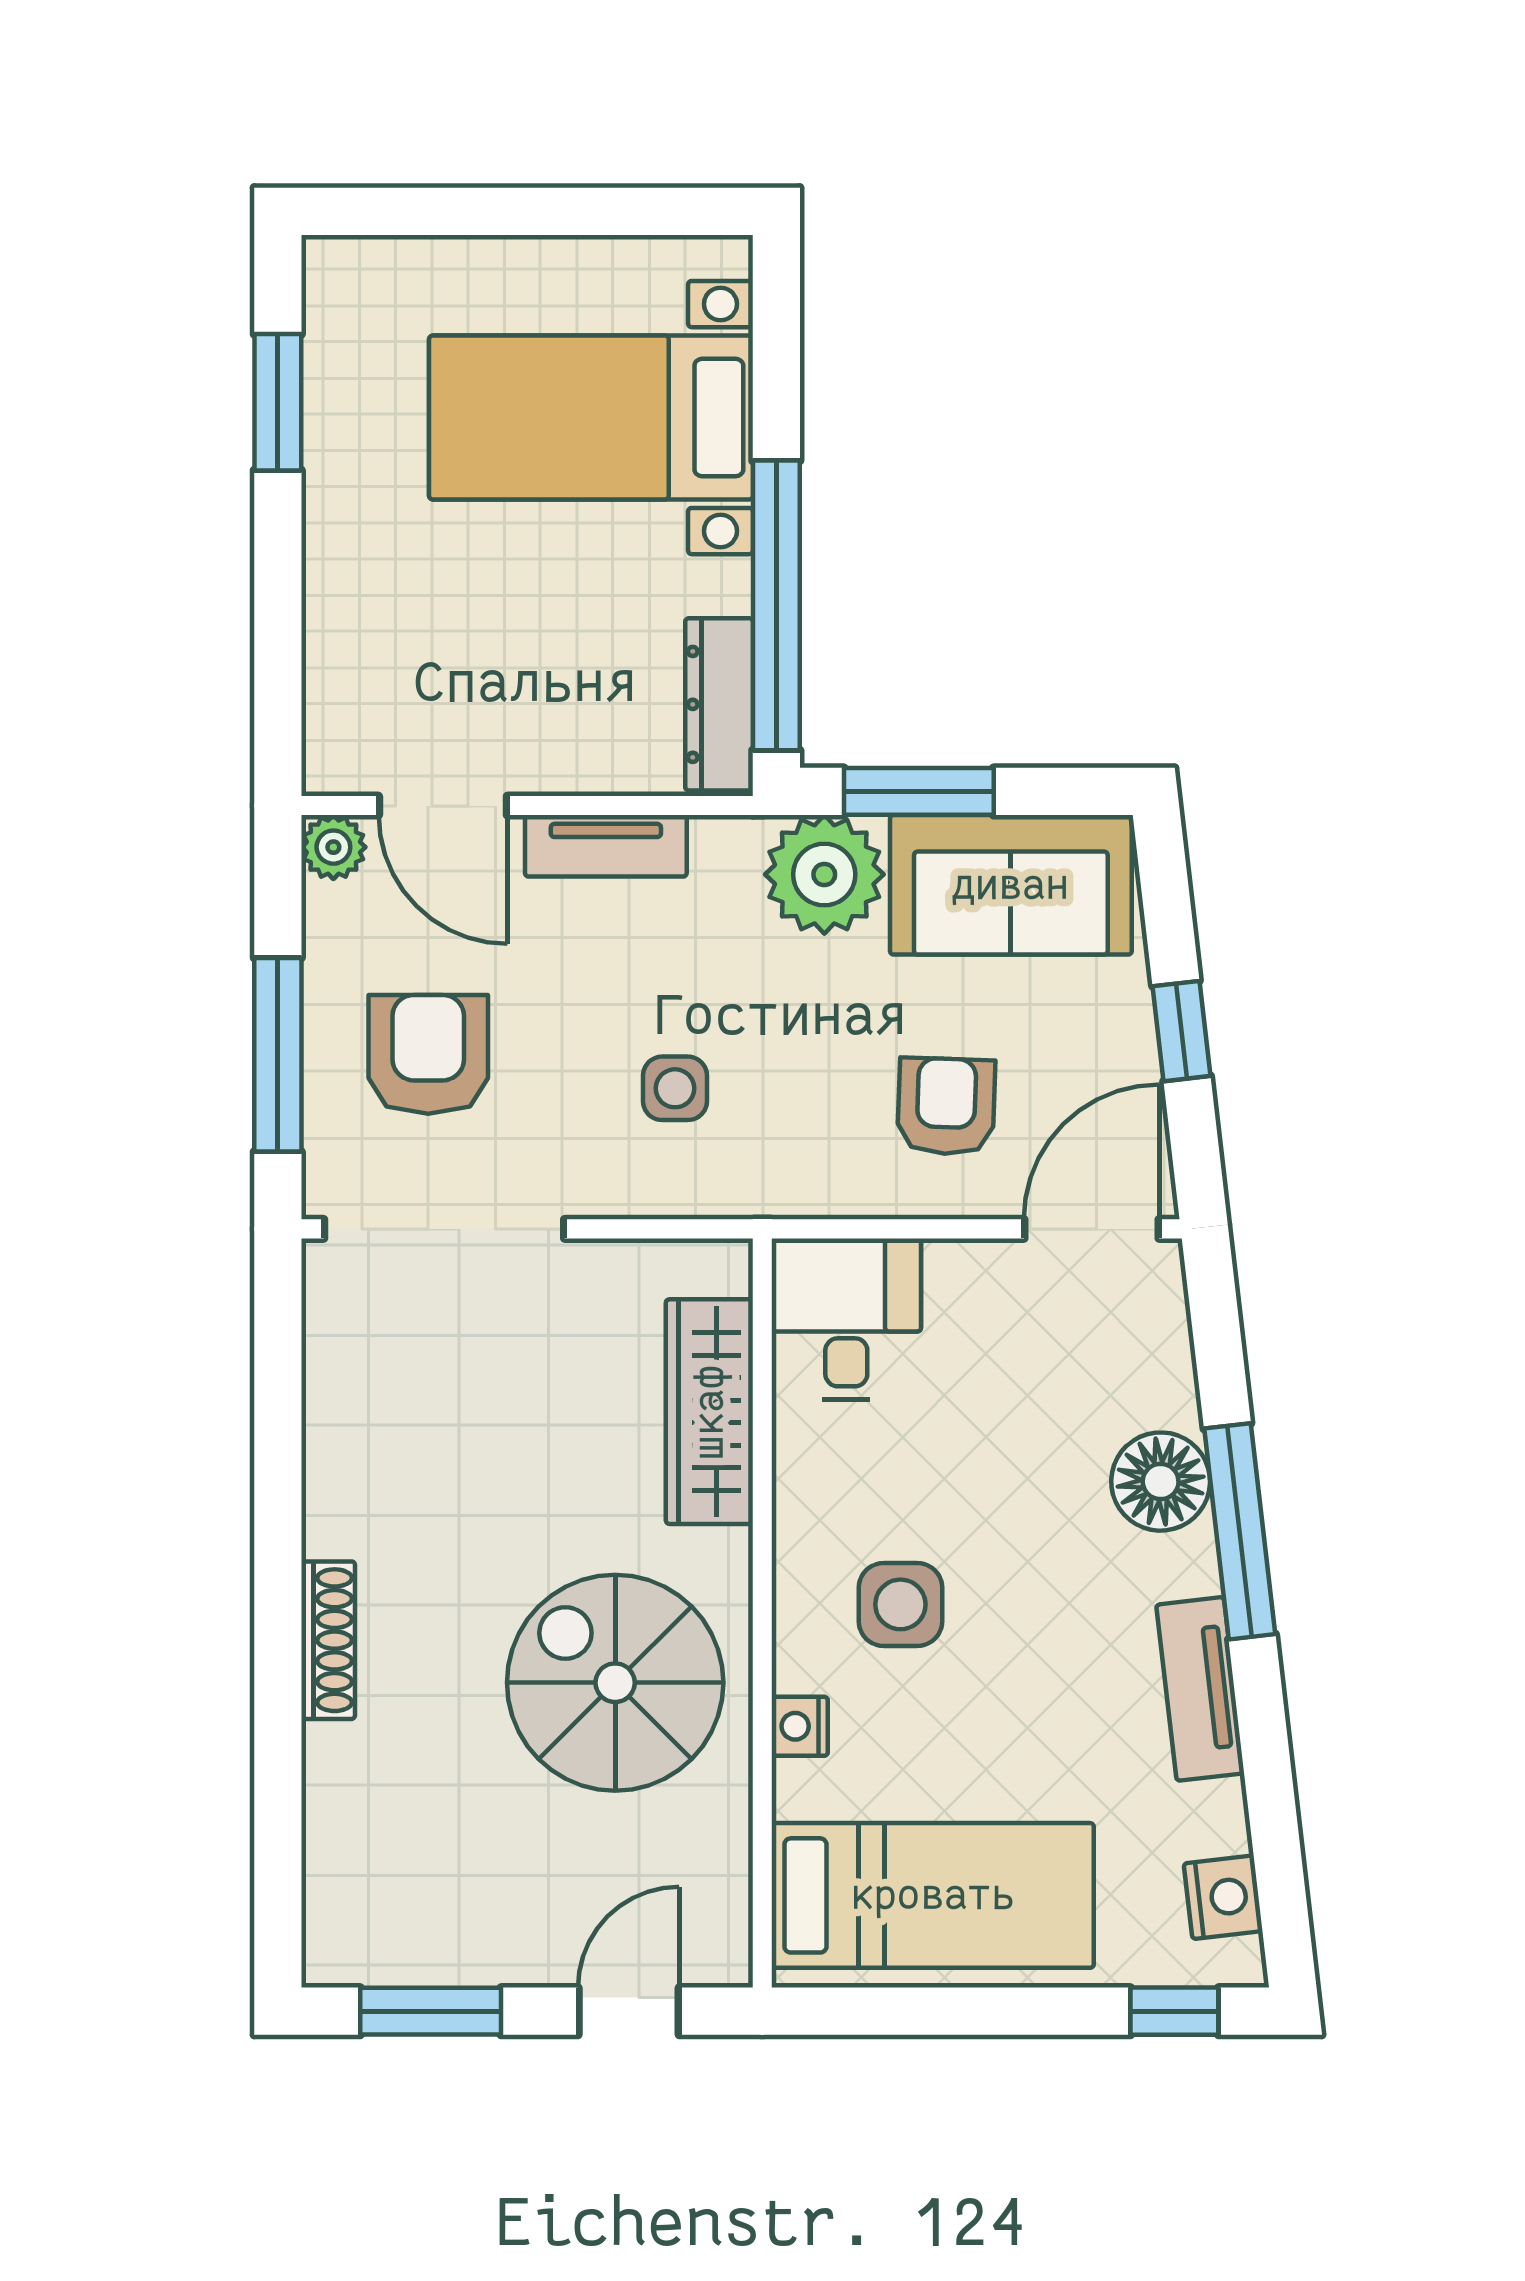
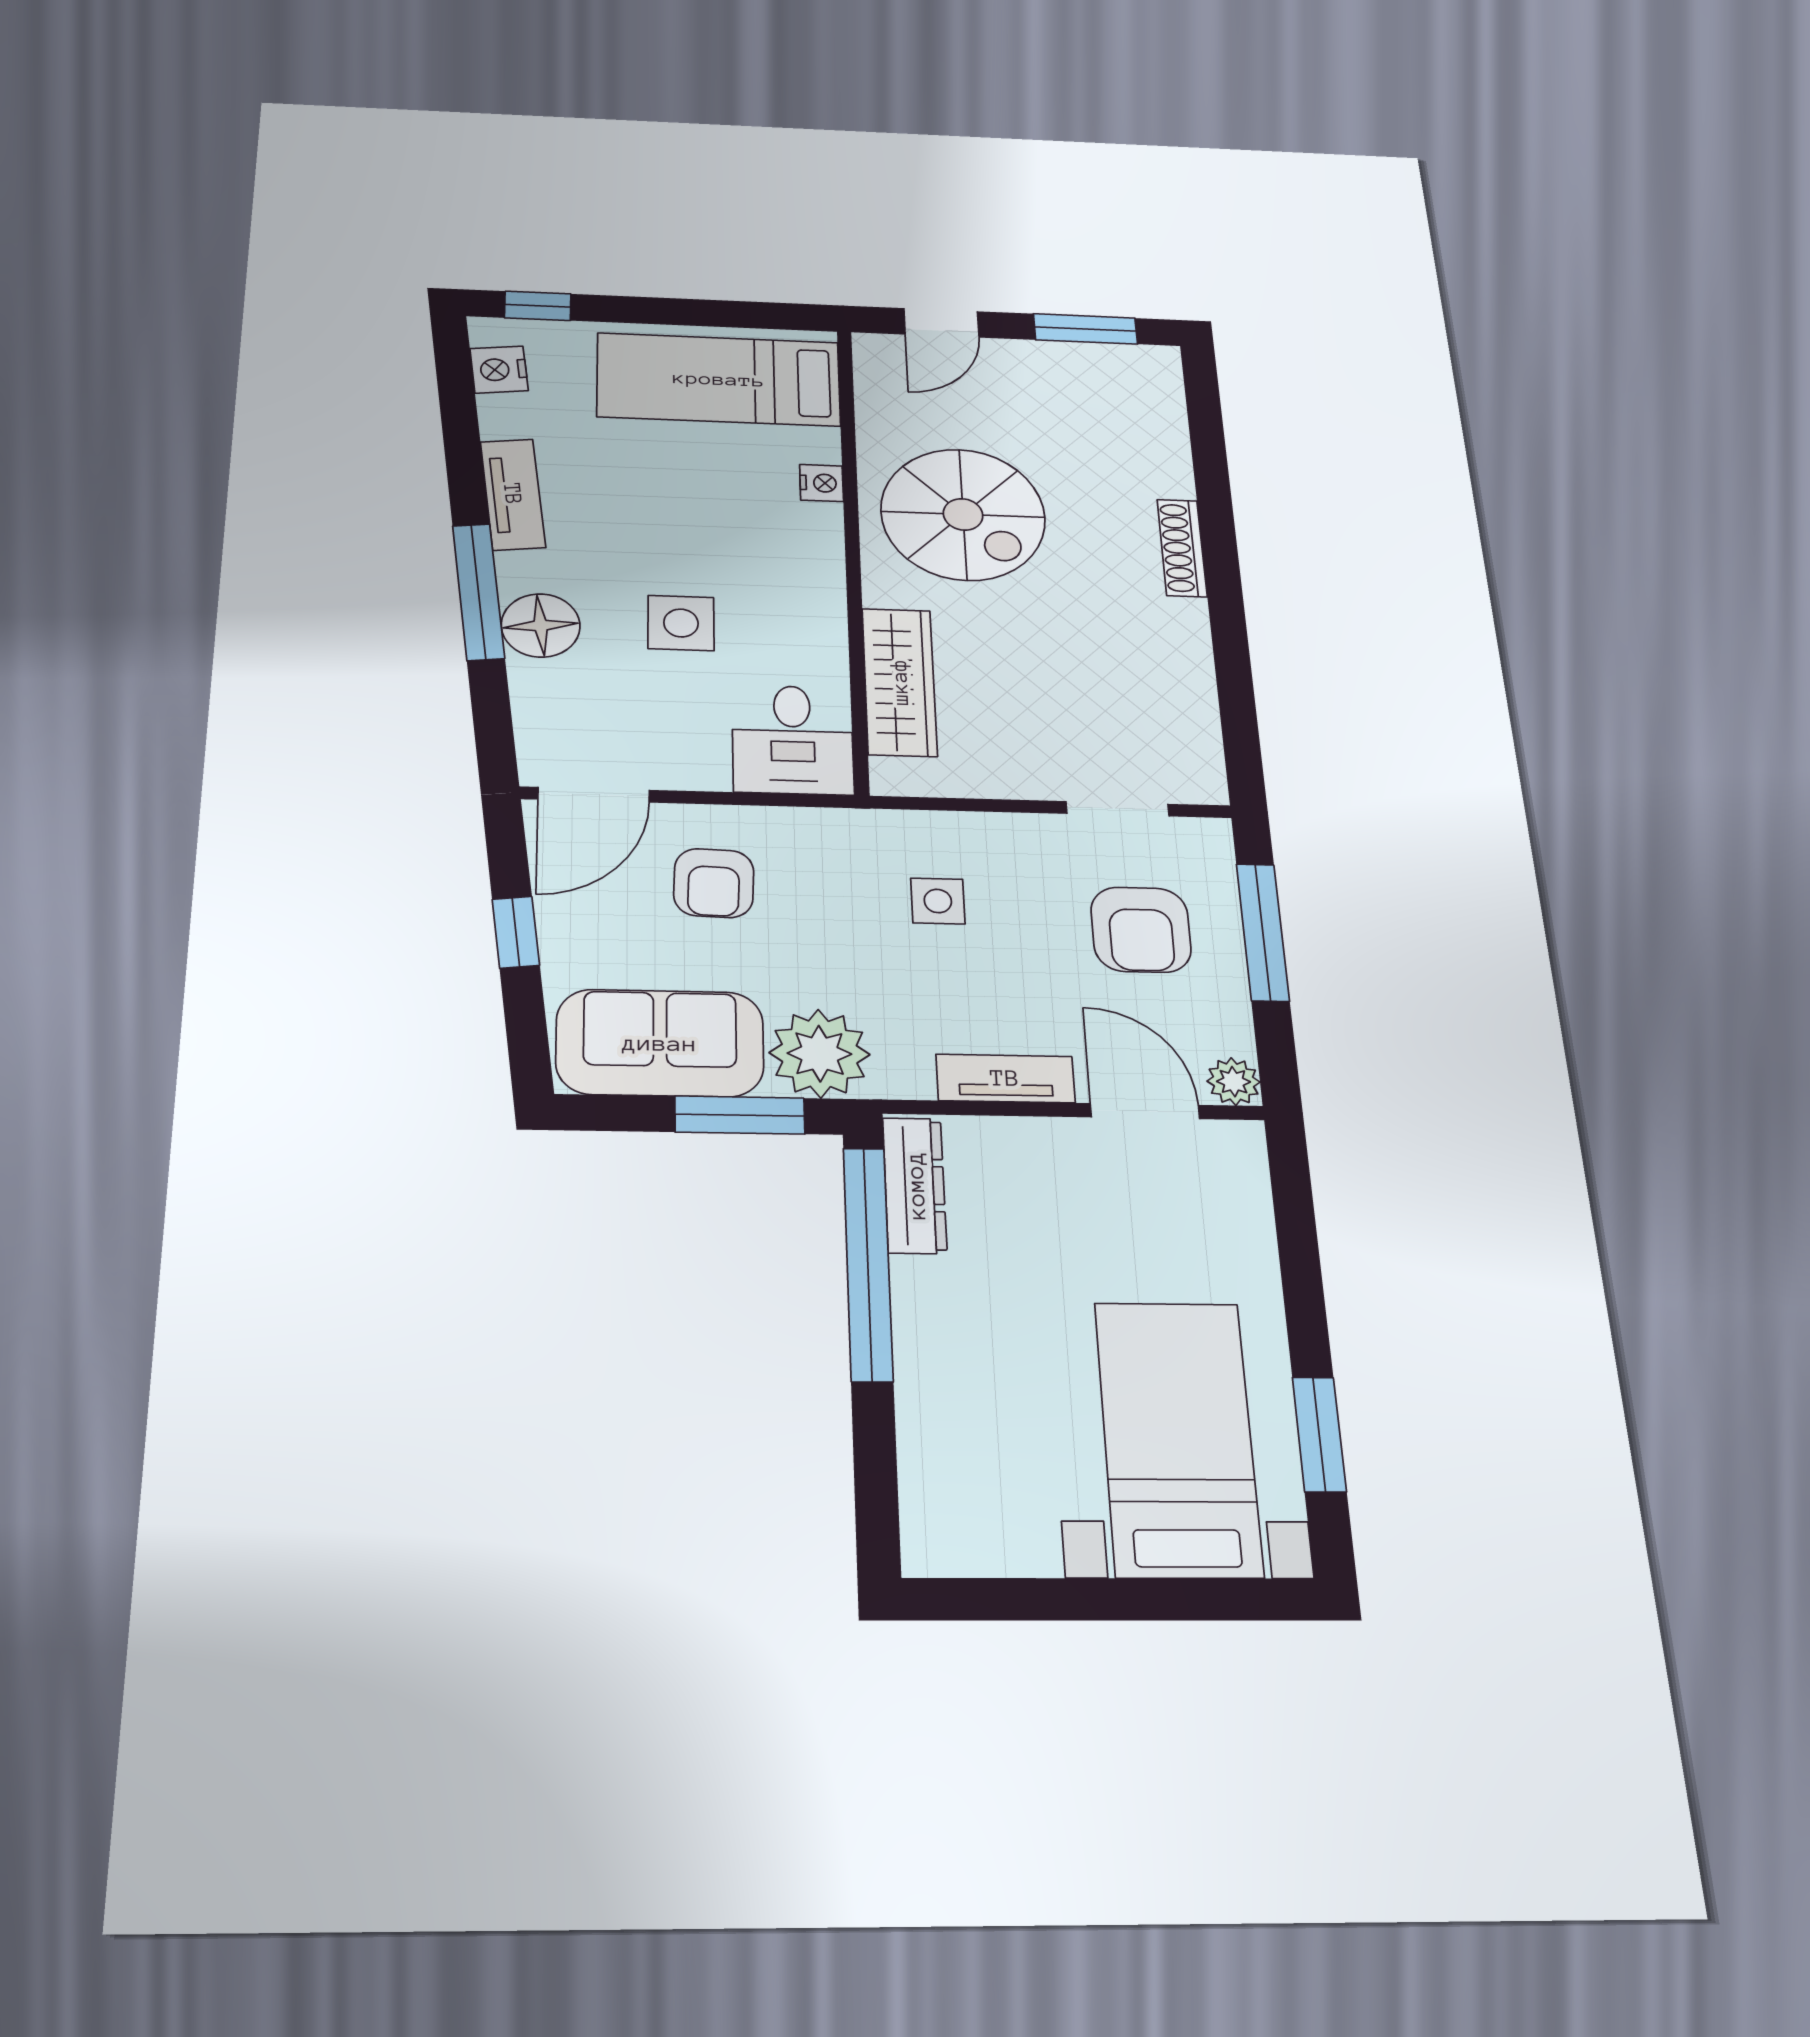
bed with nightstands: (591, 418) -> (1178, 1438), moved, turned -90
doorway: (444, 1229) -> (1118, 809), width x0.53
side table: (900, 1604) -> (681, 623), moved

